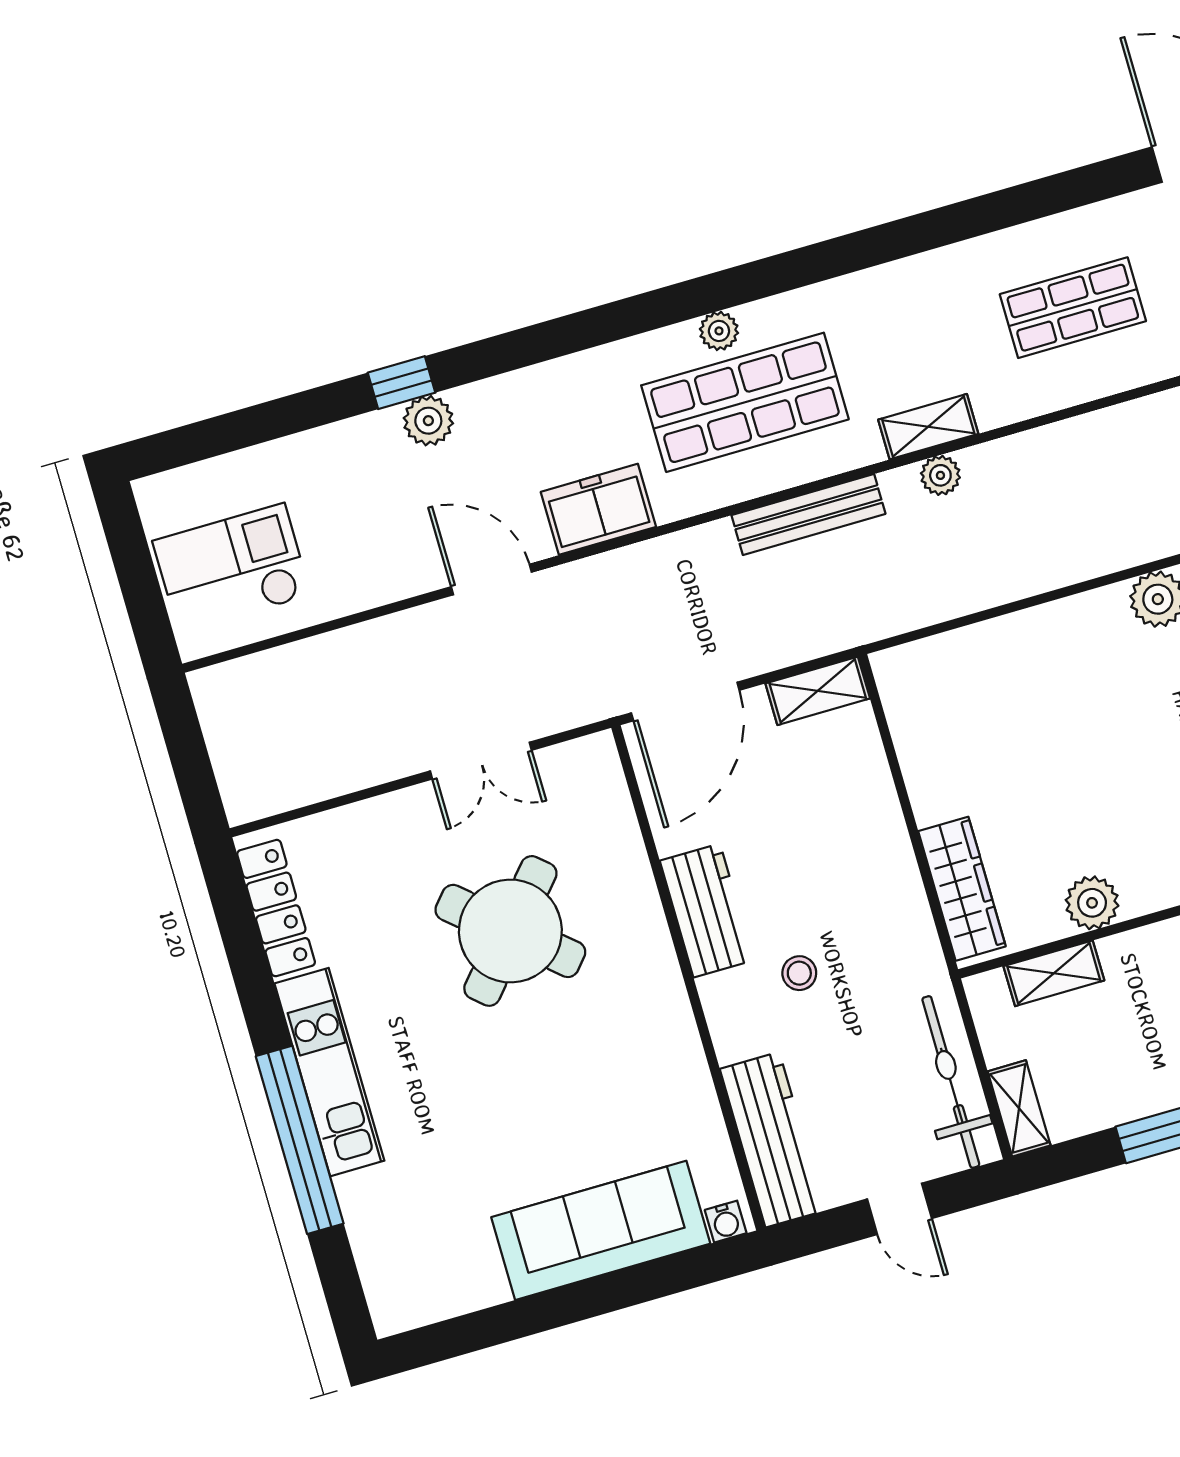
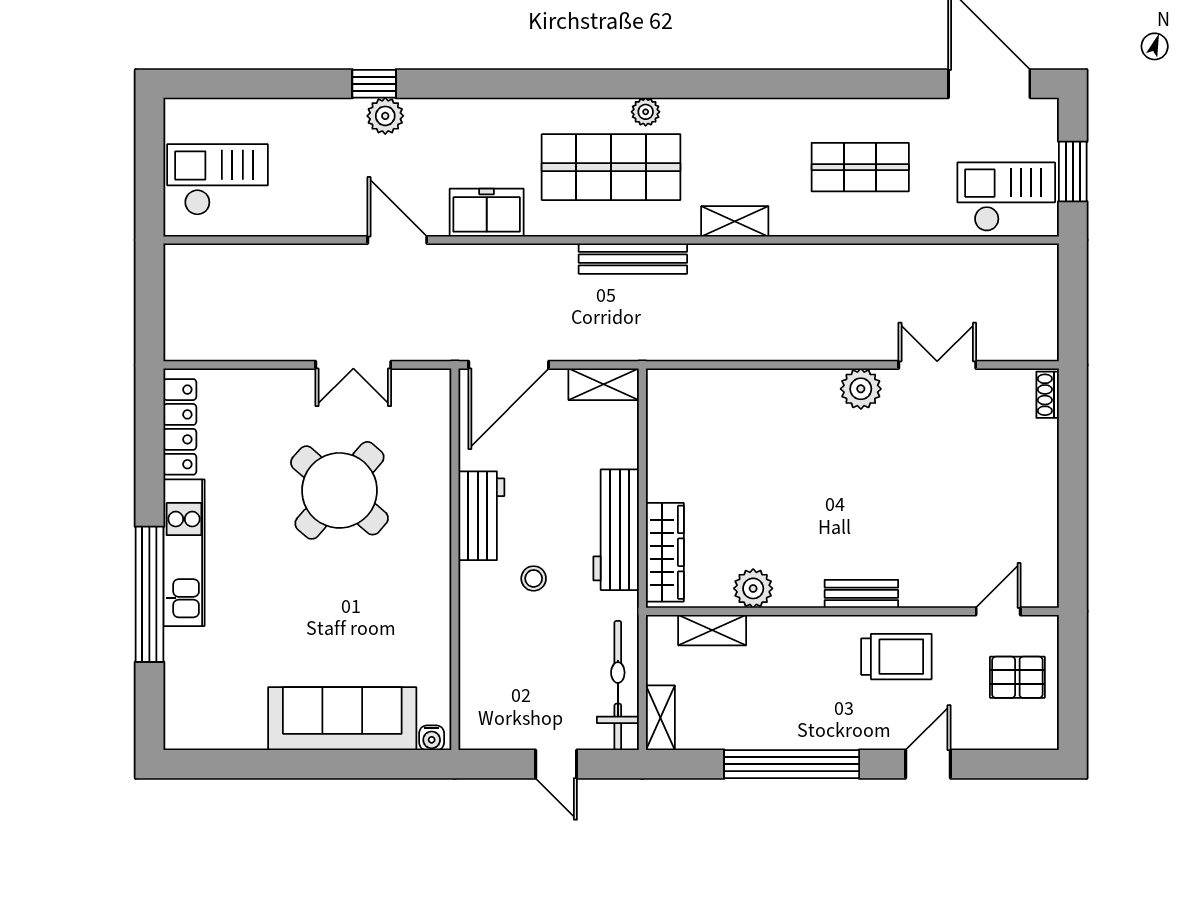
plant: (719, 331) -> (646, 112), moved
plant: (940, 475) -> (733, 258), removed
workbench: (772, 1140) -> (616, 530), moved, turned 180

